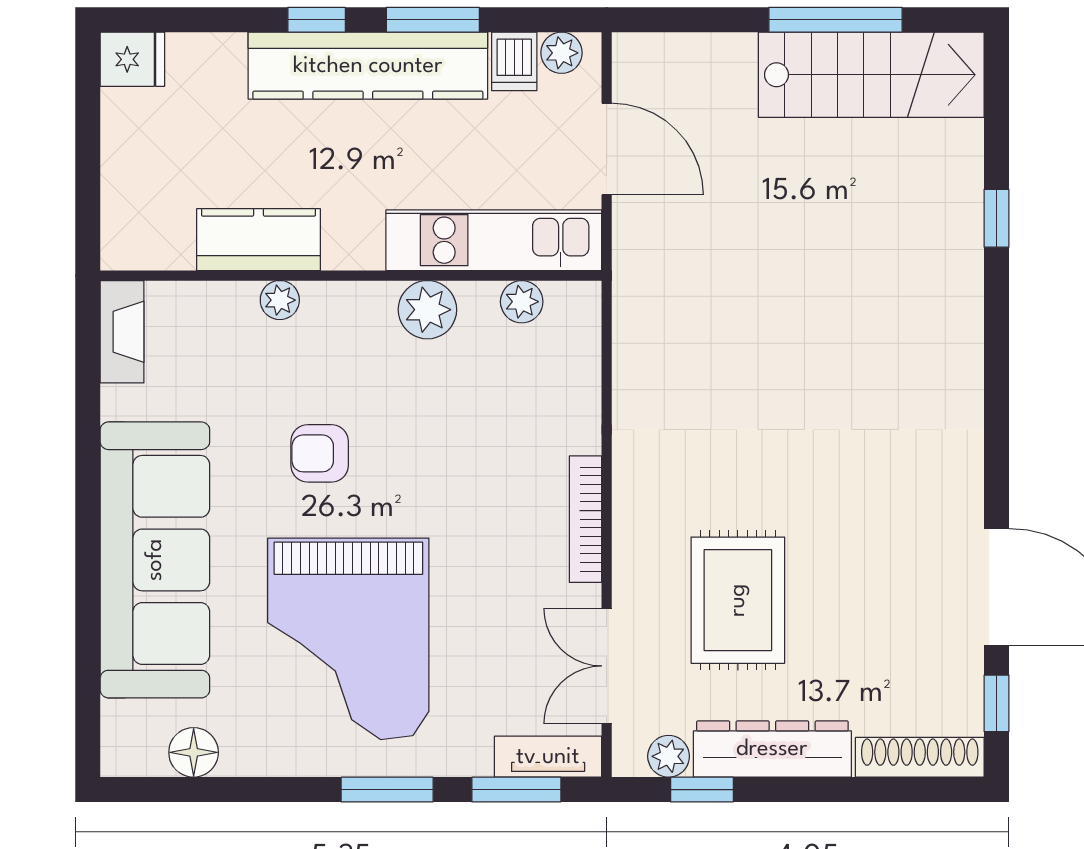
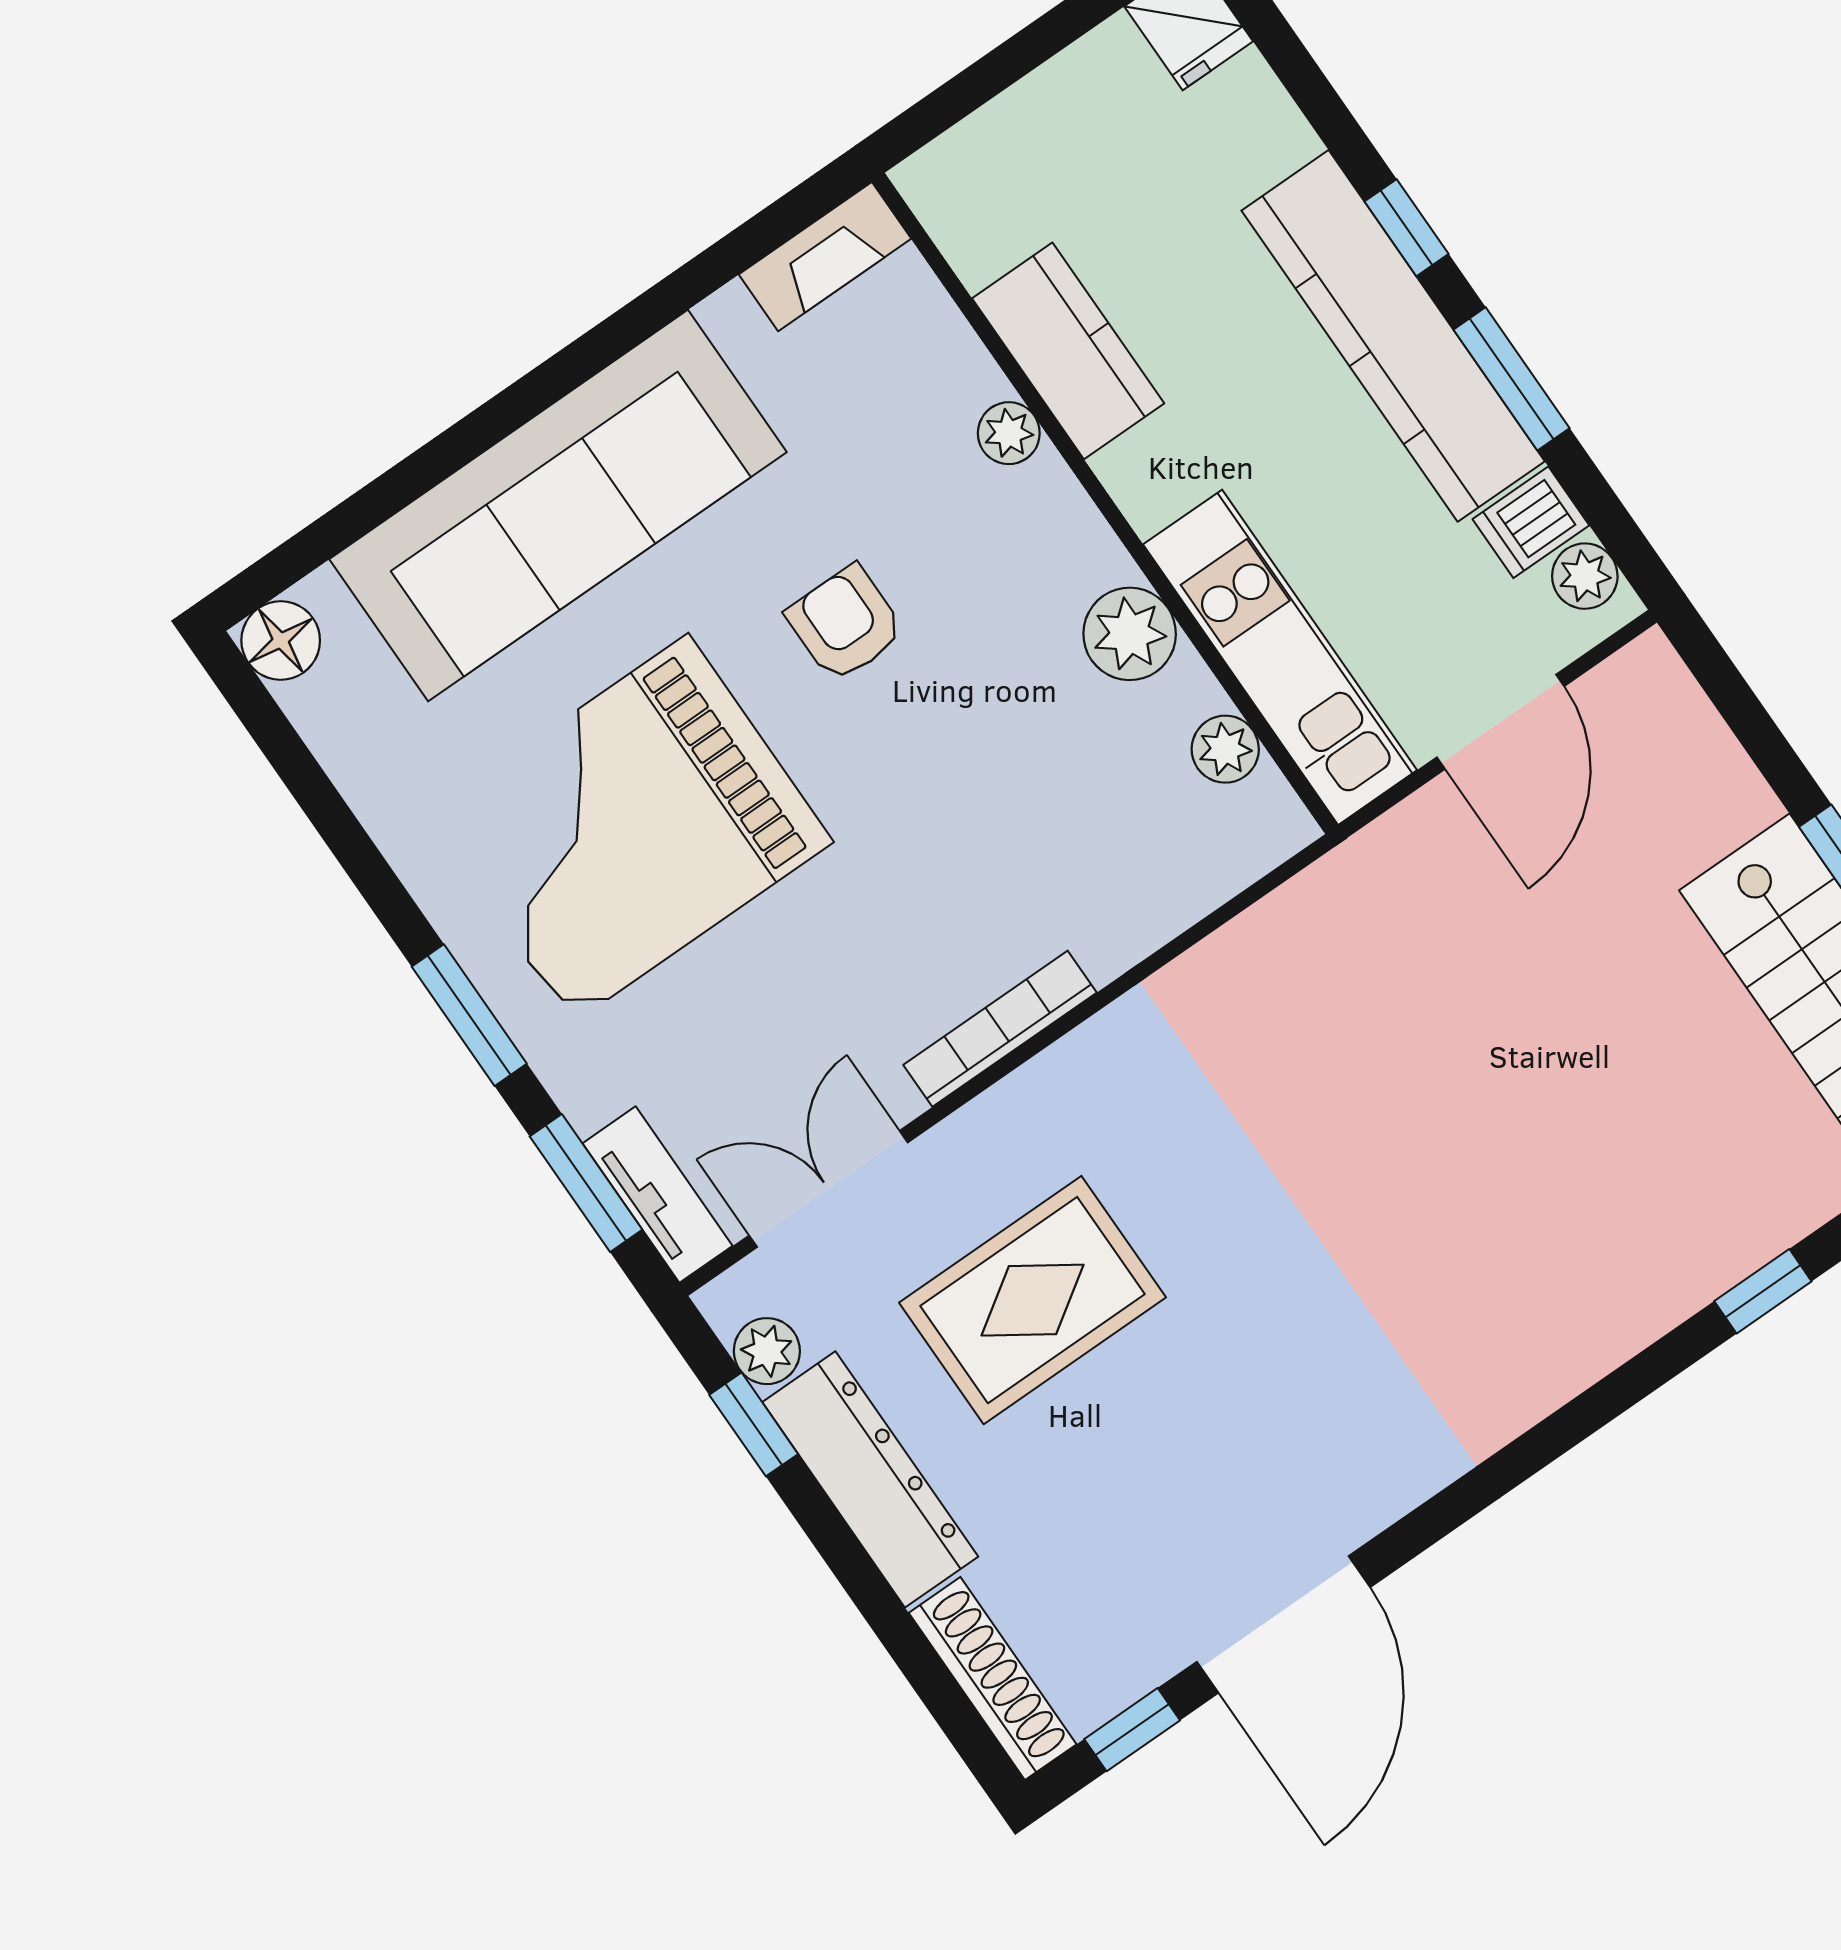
floor lamp: (194, 752) -> (281, 641), moved

